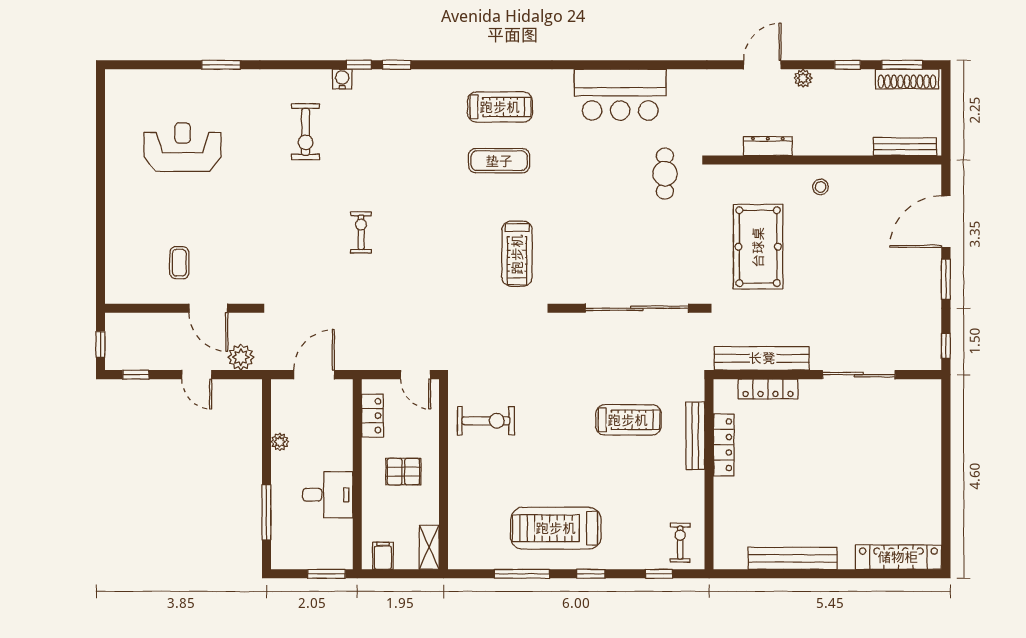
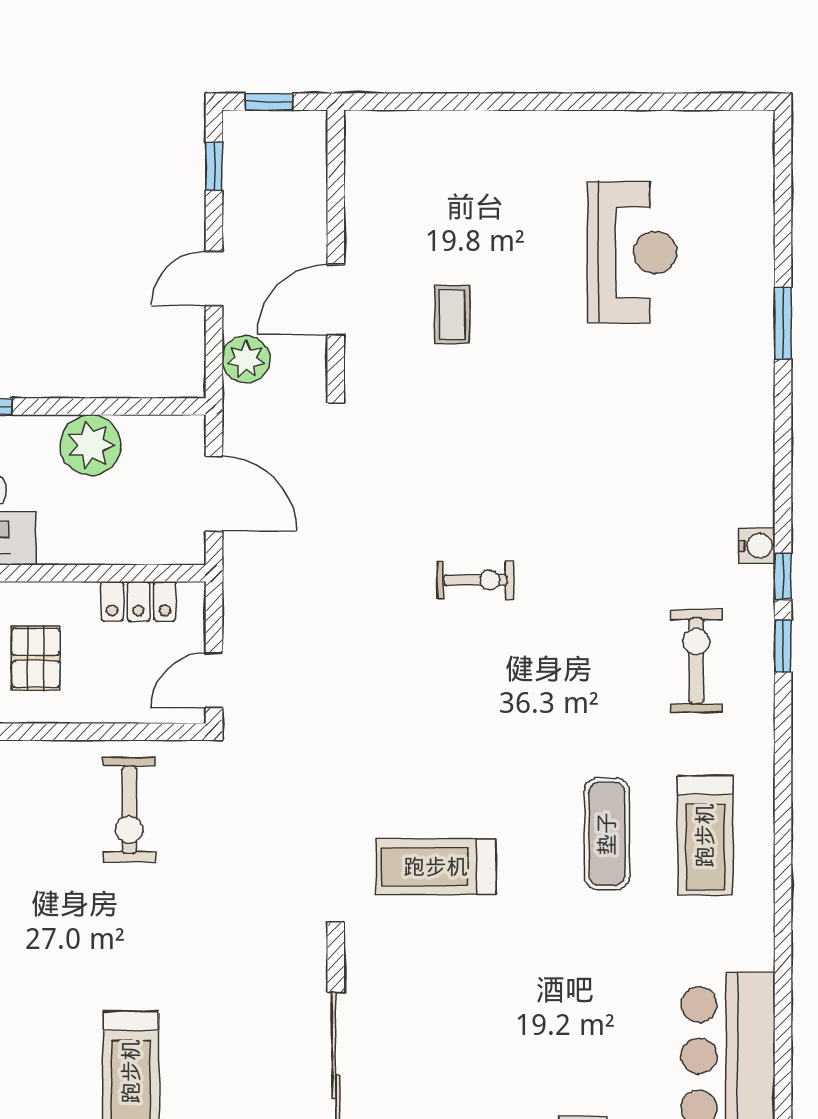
exercise bike: (306, 132) -> (696, 661), moved, turned 90
coffee table: (179, 263) -> (452, 314), moved, turned 90
plant: (280, 442) -> (90, 445), width x1.88, depth x1.88

